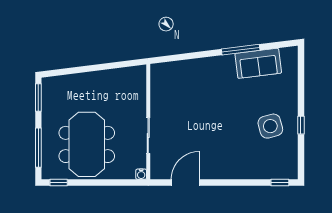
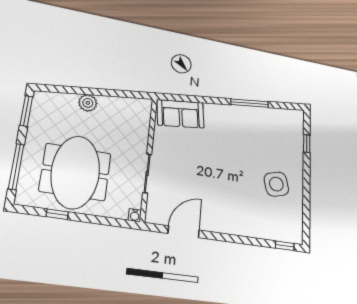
sofa: (258, 63) -> (181, 114), moved
plant: (89, 80) -> (88, 103), added
window: (301, 125) -> (307, 144), moved
window: (59, 182) -> (57, 214), moved

